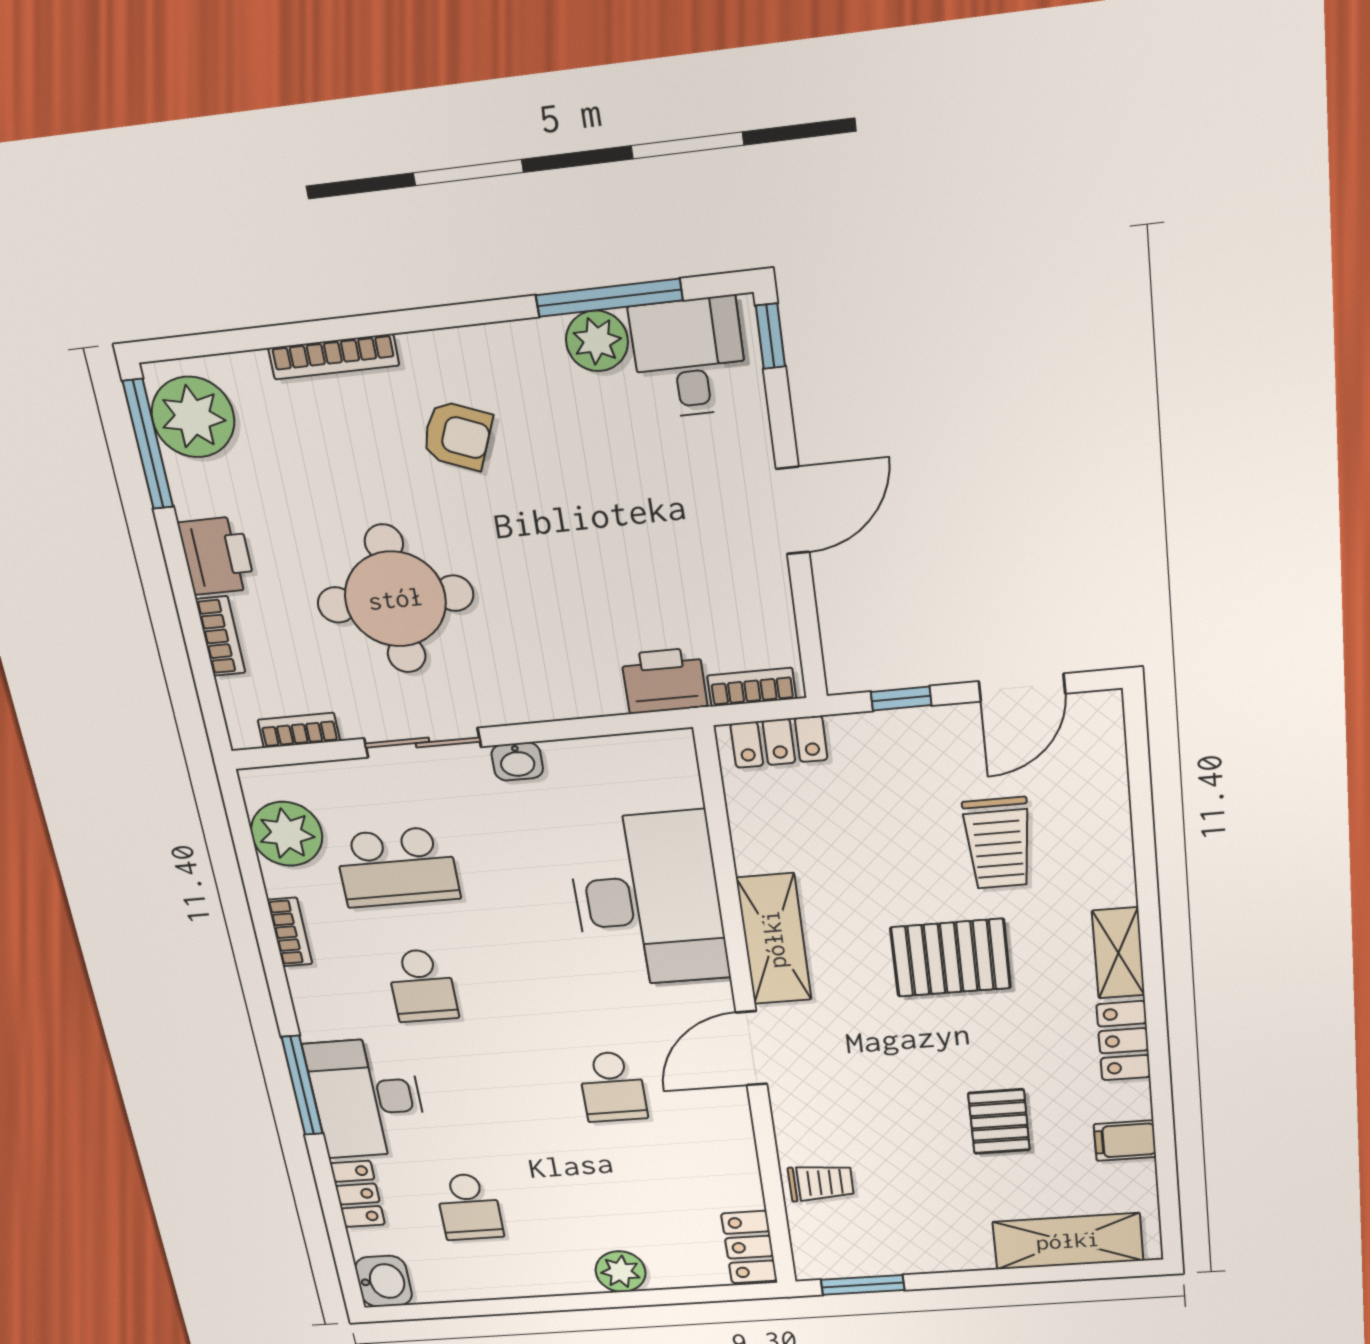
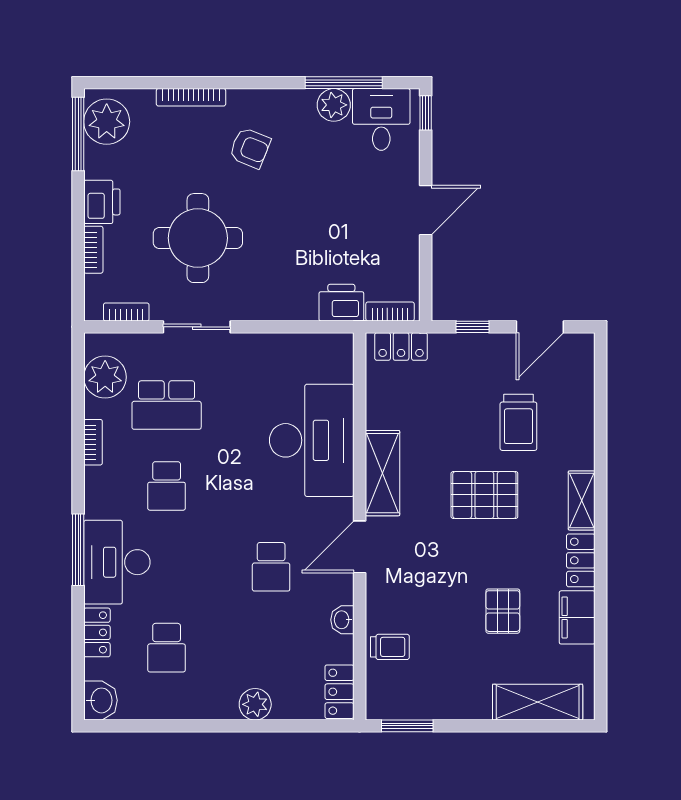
washbasin: (517, 761) -> (342, 620), moved, turned 90
filing cabinet: (1125, 1141) -> (577, 617), width x2.00

